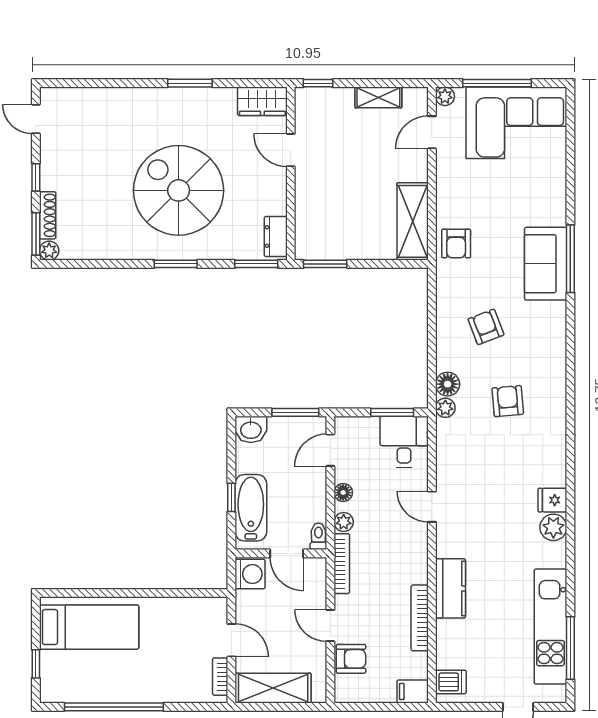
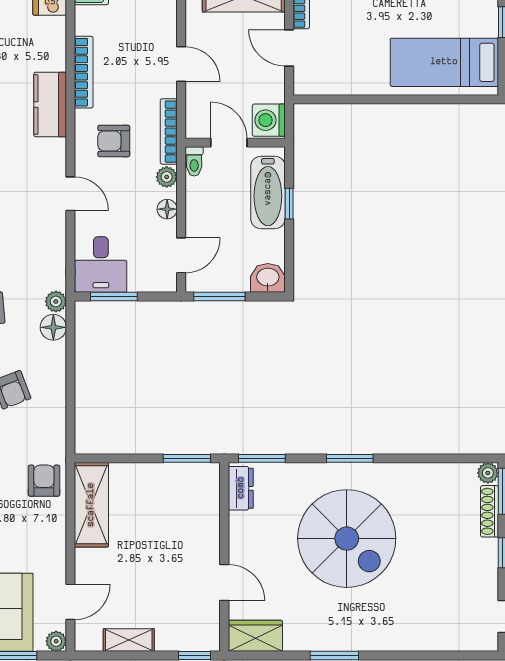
armchair: (351, 659) -> (114, 141), moved

